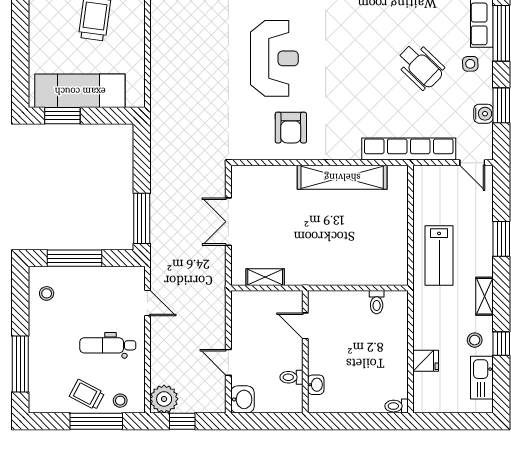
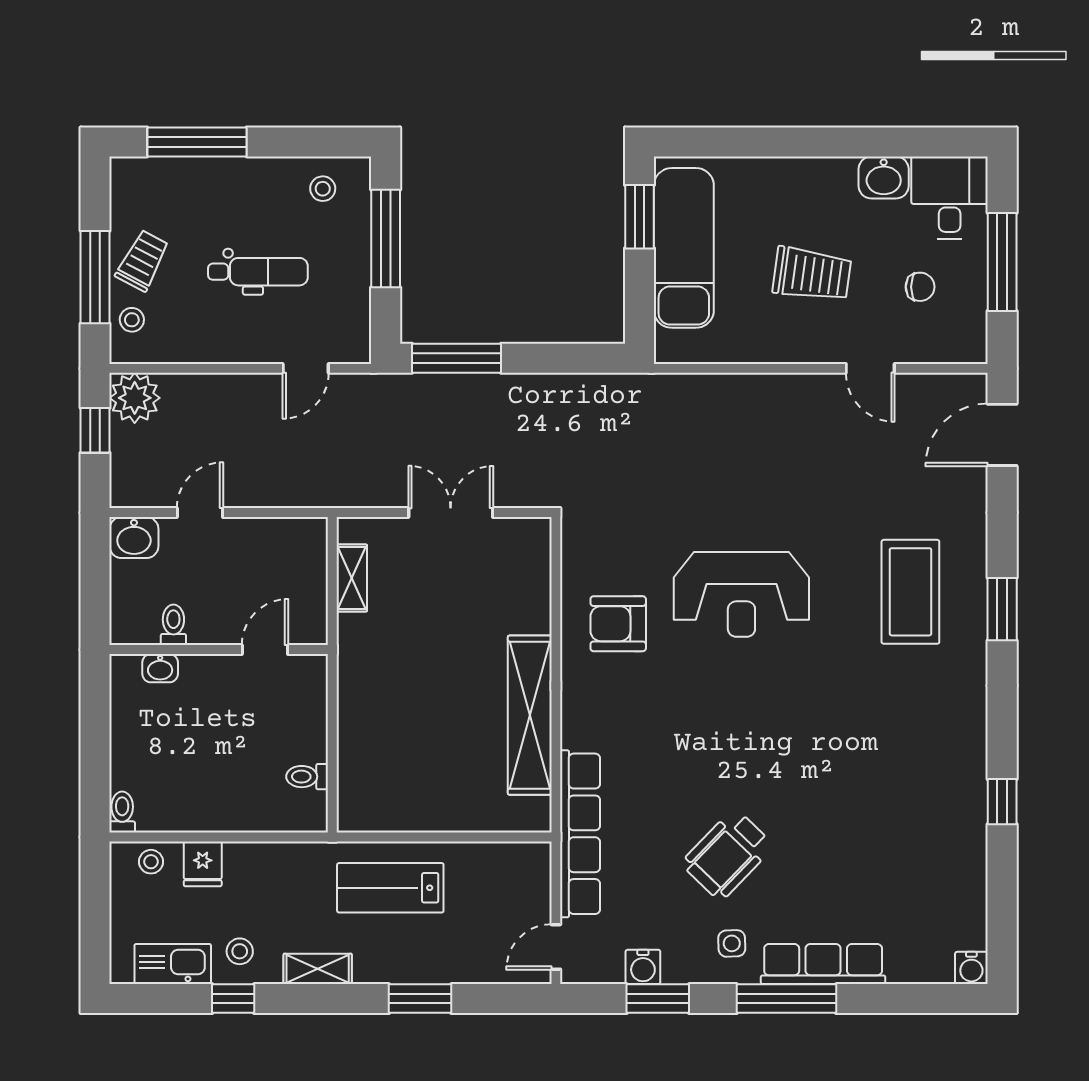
dental chair: (108, 345) -> (258, 272), moved, turned 90
stool: (424, 390) -> (151, 862), added

